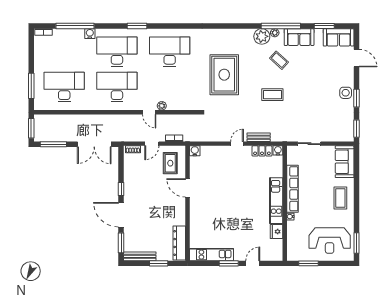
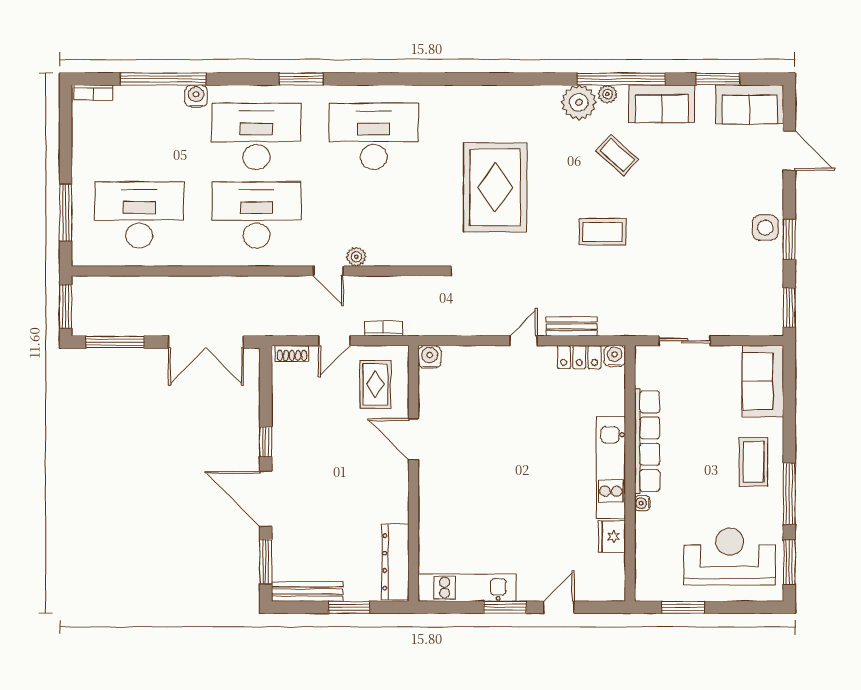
window: (356, 212) -> (789, 494), added
reception desk: (330, 241) -> (730, 557), turned 180

